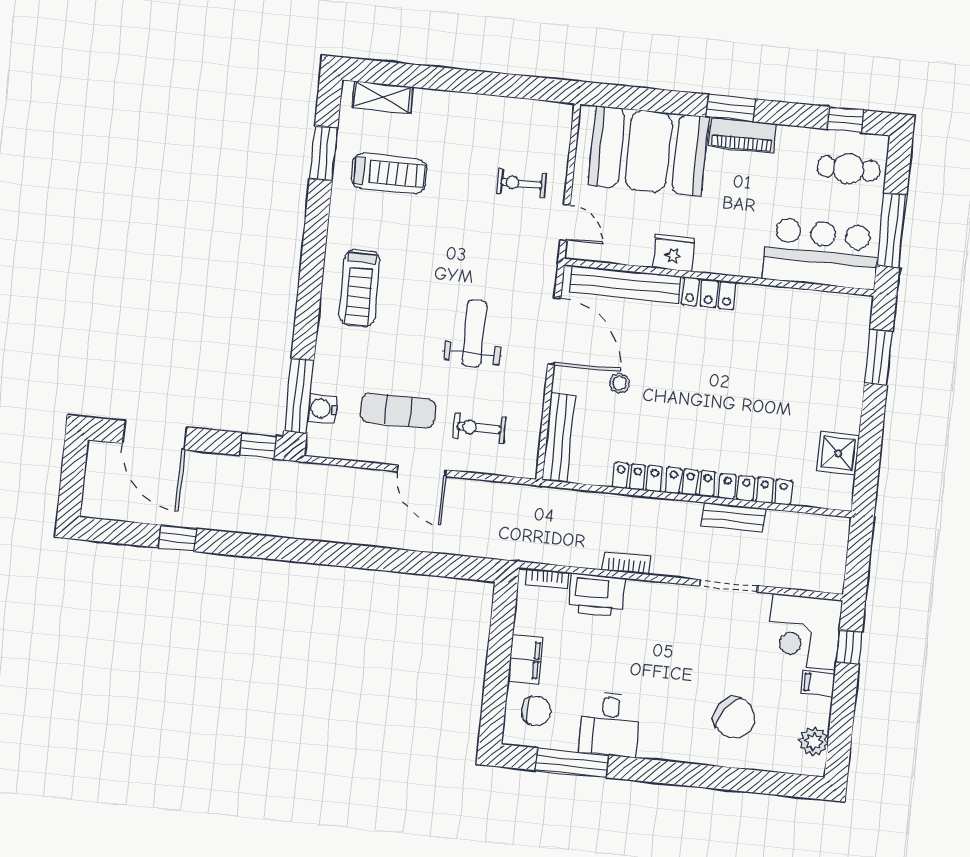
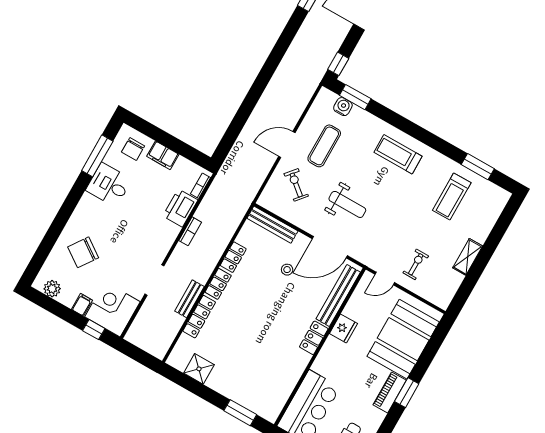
shelving: (382, 97) -> (468, 257), moved
window: (299, 396) -> (355, 97), width x0.69
exercise bike: (479, 428) -> (296, 185), turned -50

